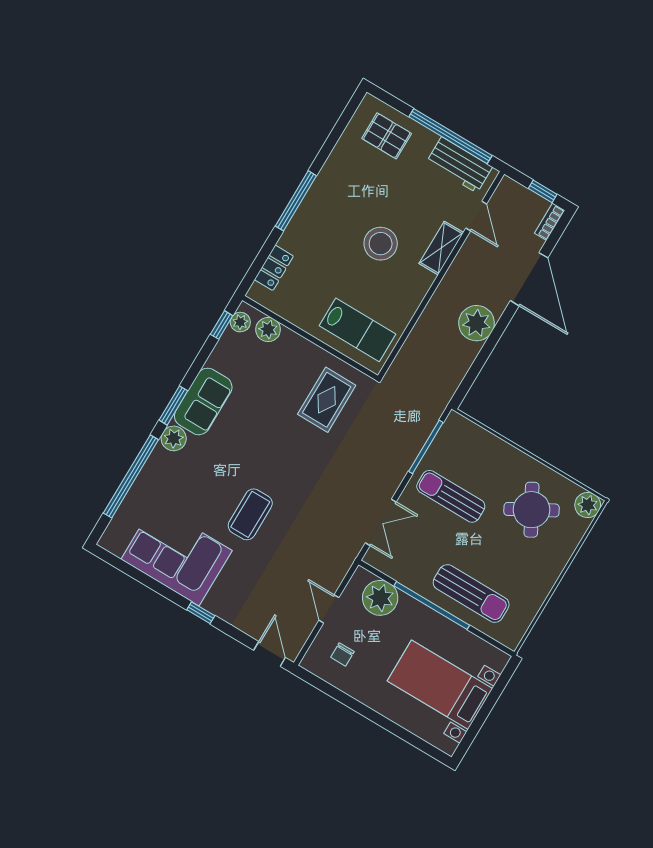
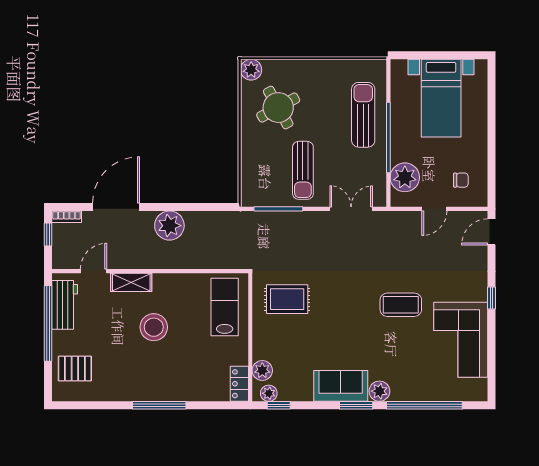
pallet: (387, 136) -> (75, 369), turned 90
locker: (274, 268) -> (239, 384), moved, turned -90

